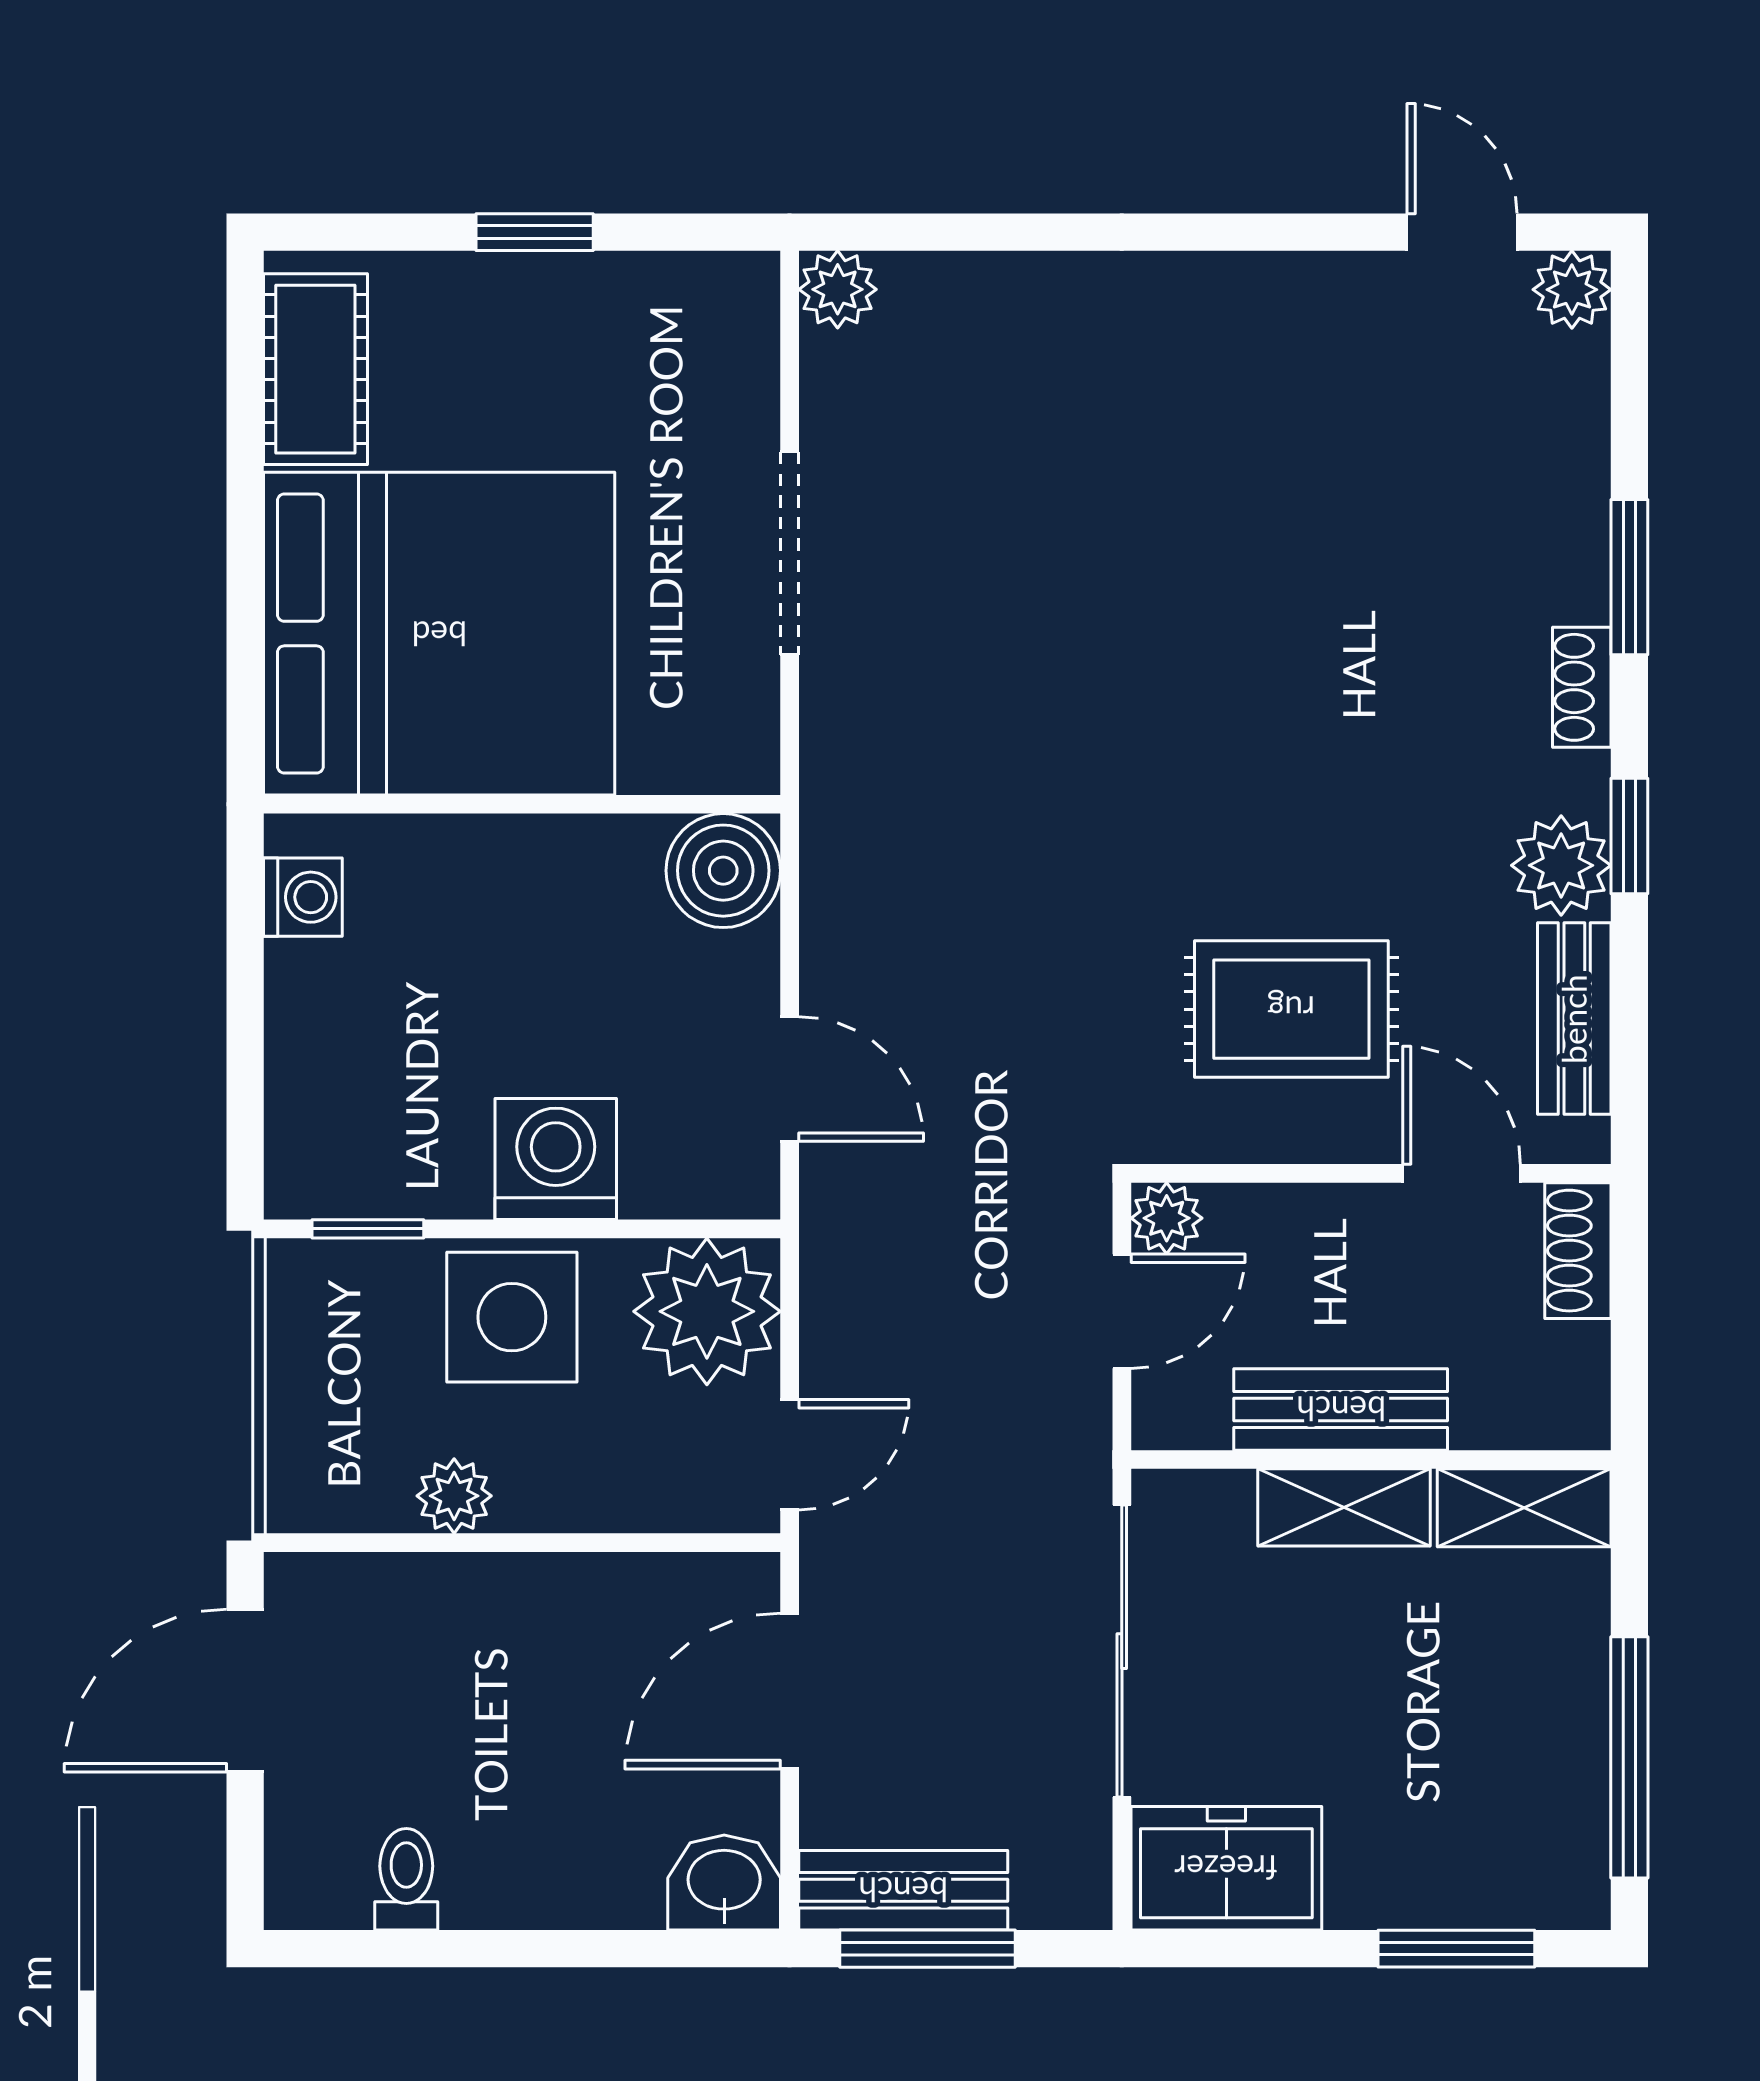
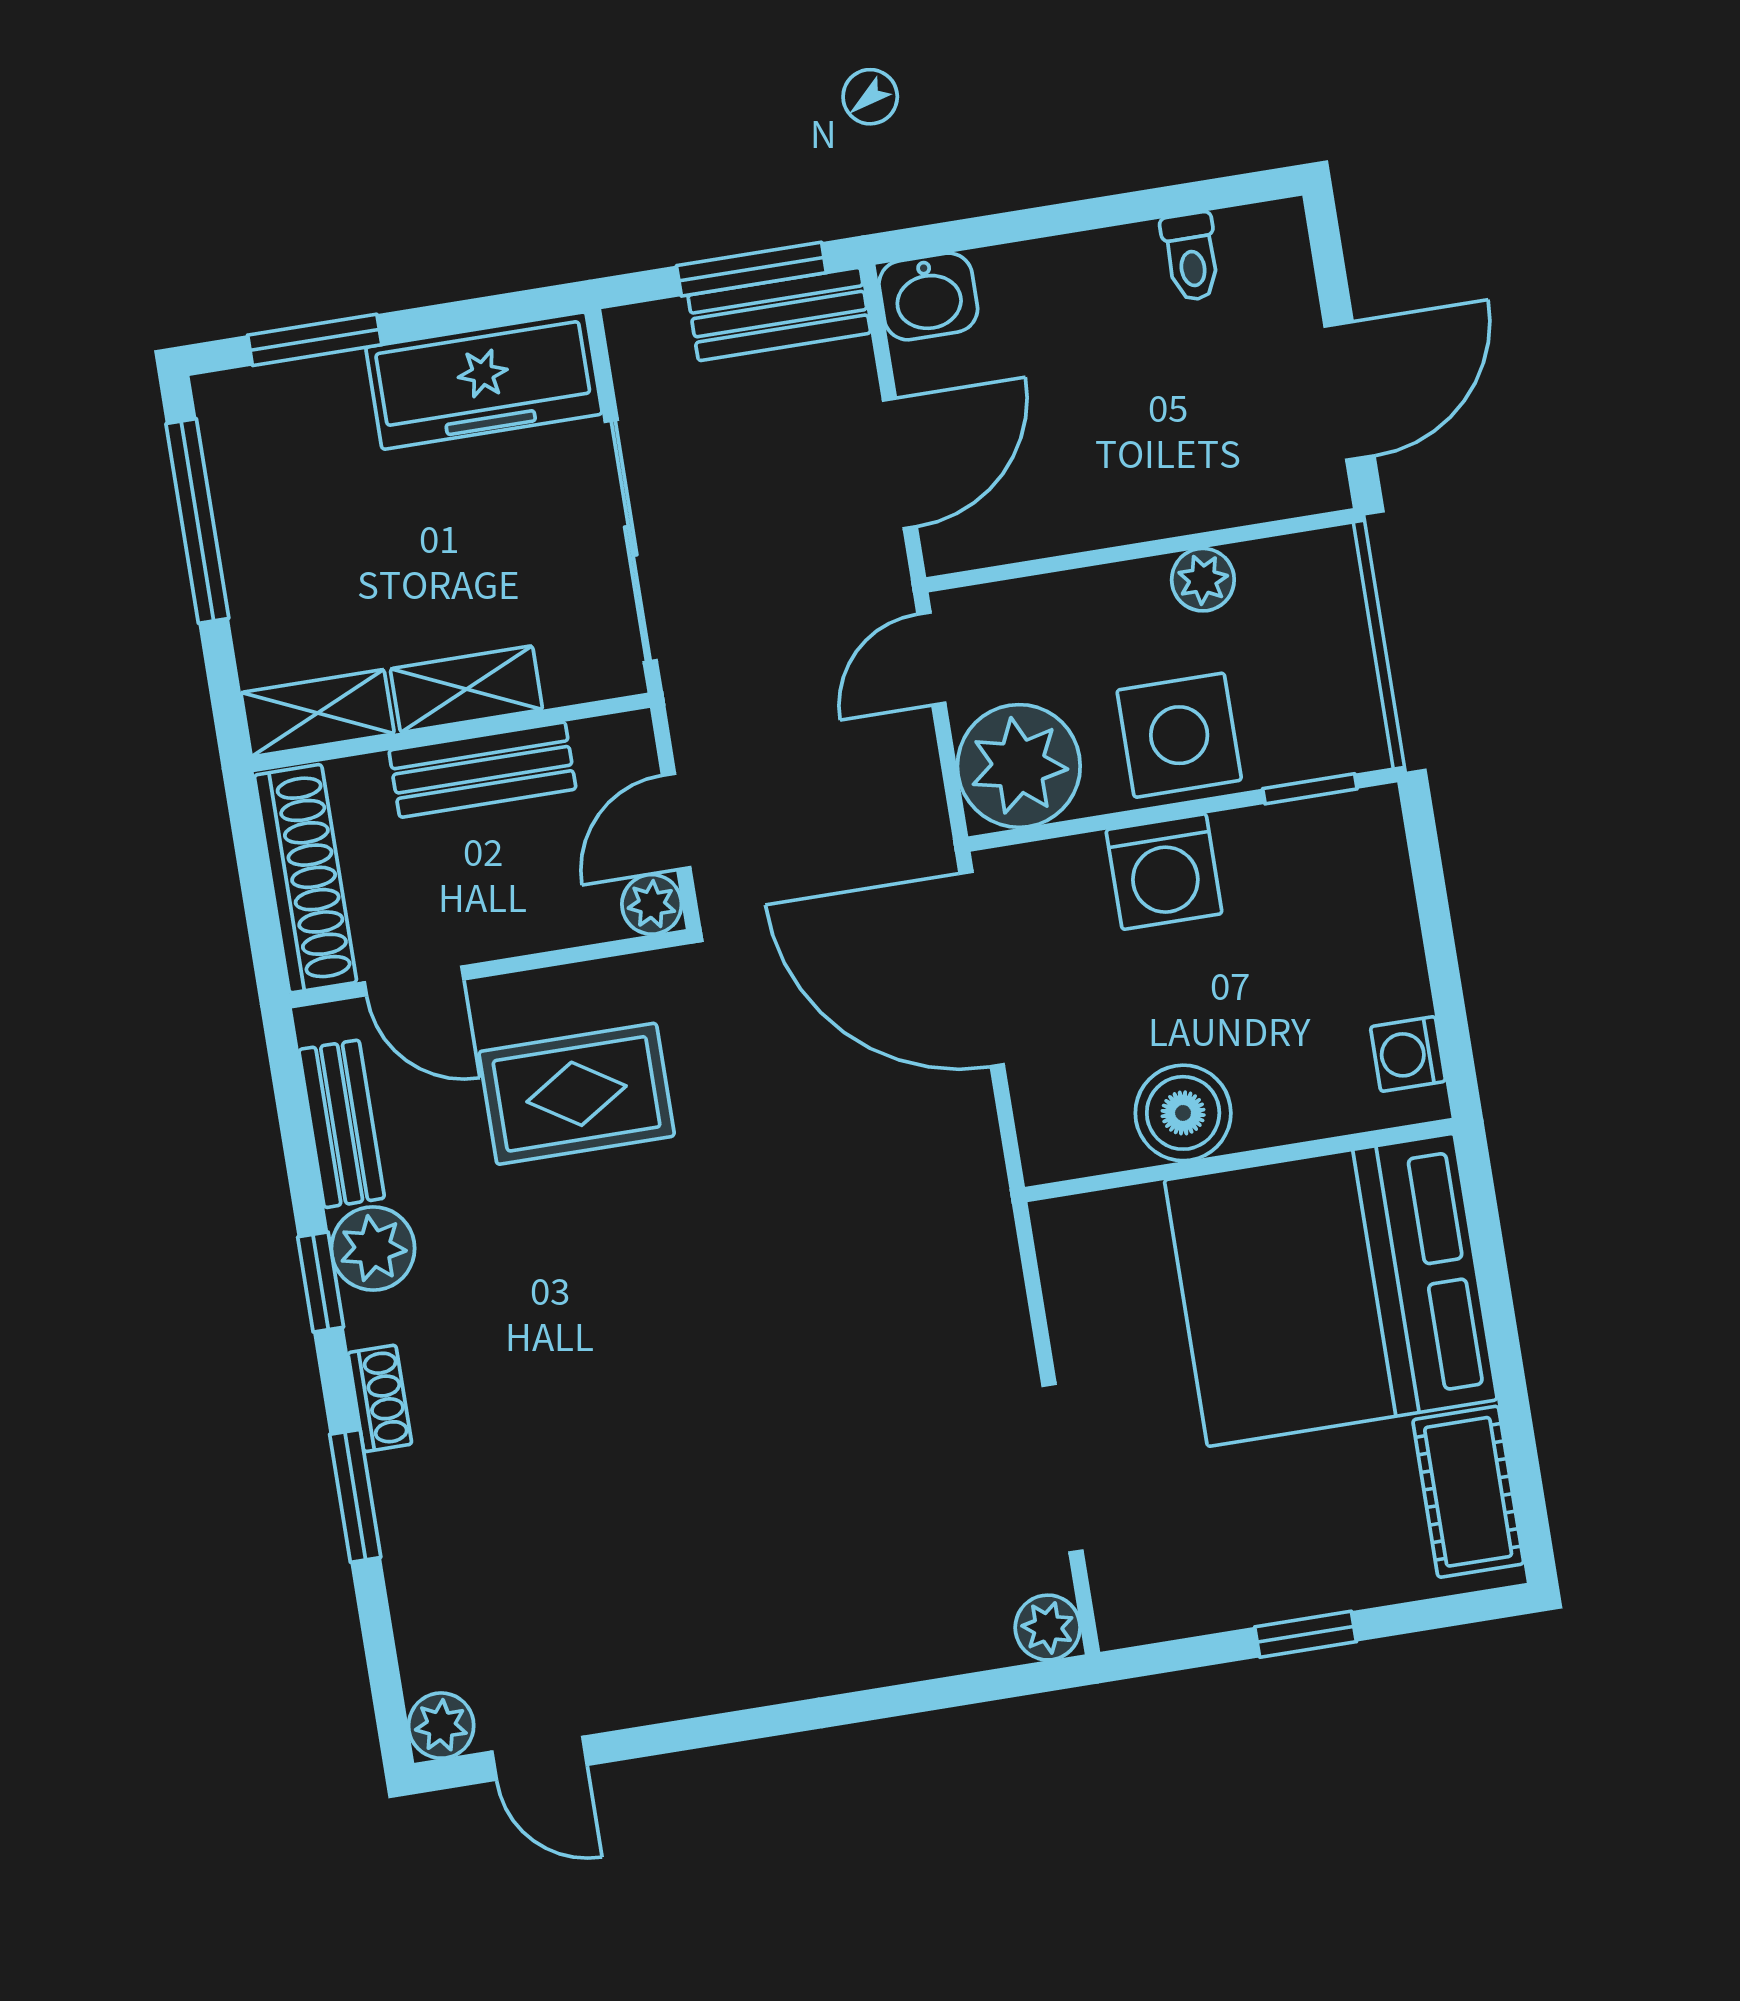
doorway: (790, 553) -> (1063, 1468), moved
boiler: (723, 871) -> (1183, 1113), moved
door: (790, 1079) -> (982, 969), width x1.88
shoe rack: (1578, 1251) -> (305, 879), width x1.94, depth x1.24
freezer: (1226, 1868) -> (484, 381), width x1.40

